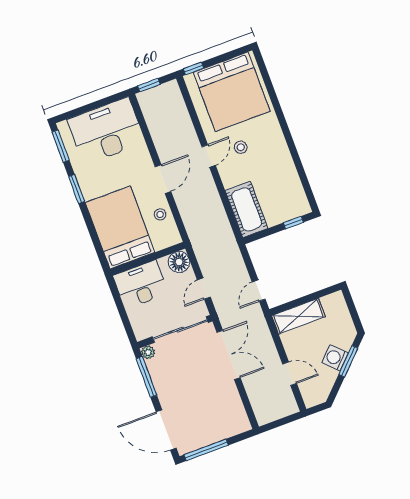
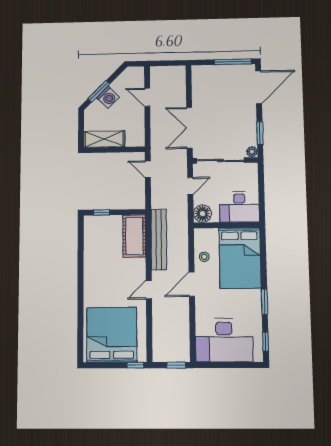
window: (61, 146) -> (266, 342), width x0.67
stool: (241, 147) -> (121, 287), removed
bench: (218, 216) -> (159, 239), added
door: (259, 291) -> (148, 169), swing flipped
shelving: (298, 316) -> (104, 139), moved
window: (146, 377) -> (260, 133), width x0.69
door: (166, 430) -> (259, 87), hinge flipped

